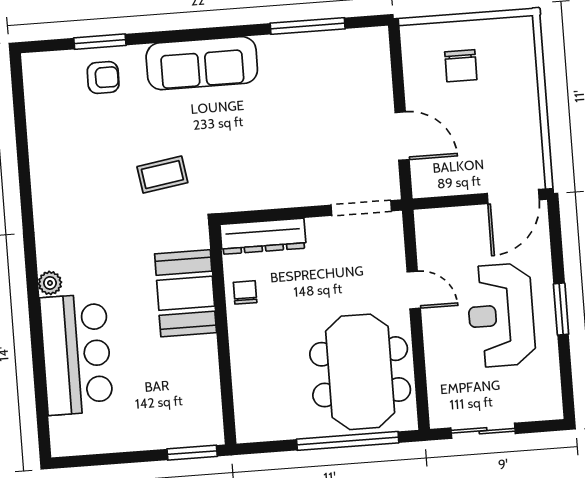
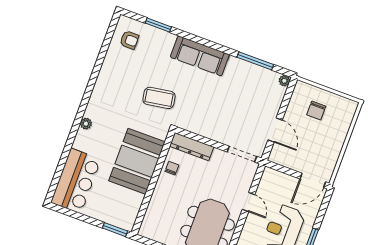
plant: (378, 38) -> (284, 81), added
armchair: (103, 78) -> (129, 40), moved
coffee table: (162, 175) -> (159, 98), width x1.36, depth x1.30
booth: (186, 293) -> (137, 161), width x1.36, depth x1.42
bar counter: (76, 354) -> (76, 181), moved

